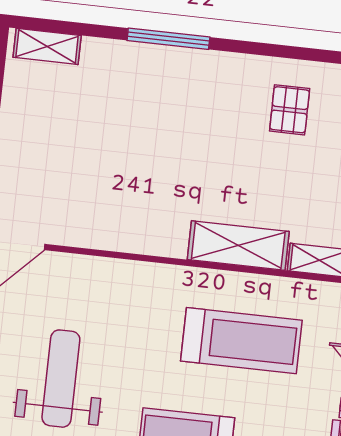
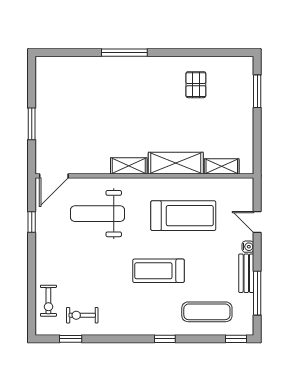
shelving: (47, 46) -> (129, 166), moved
weight bench: (61, 379) -> (97, 214), moved, turned -90

